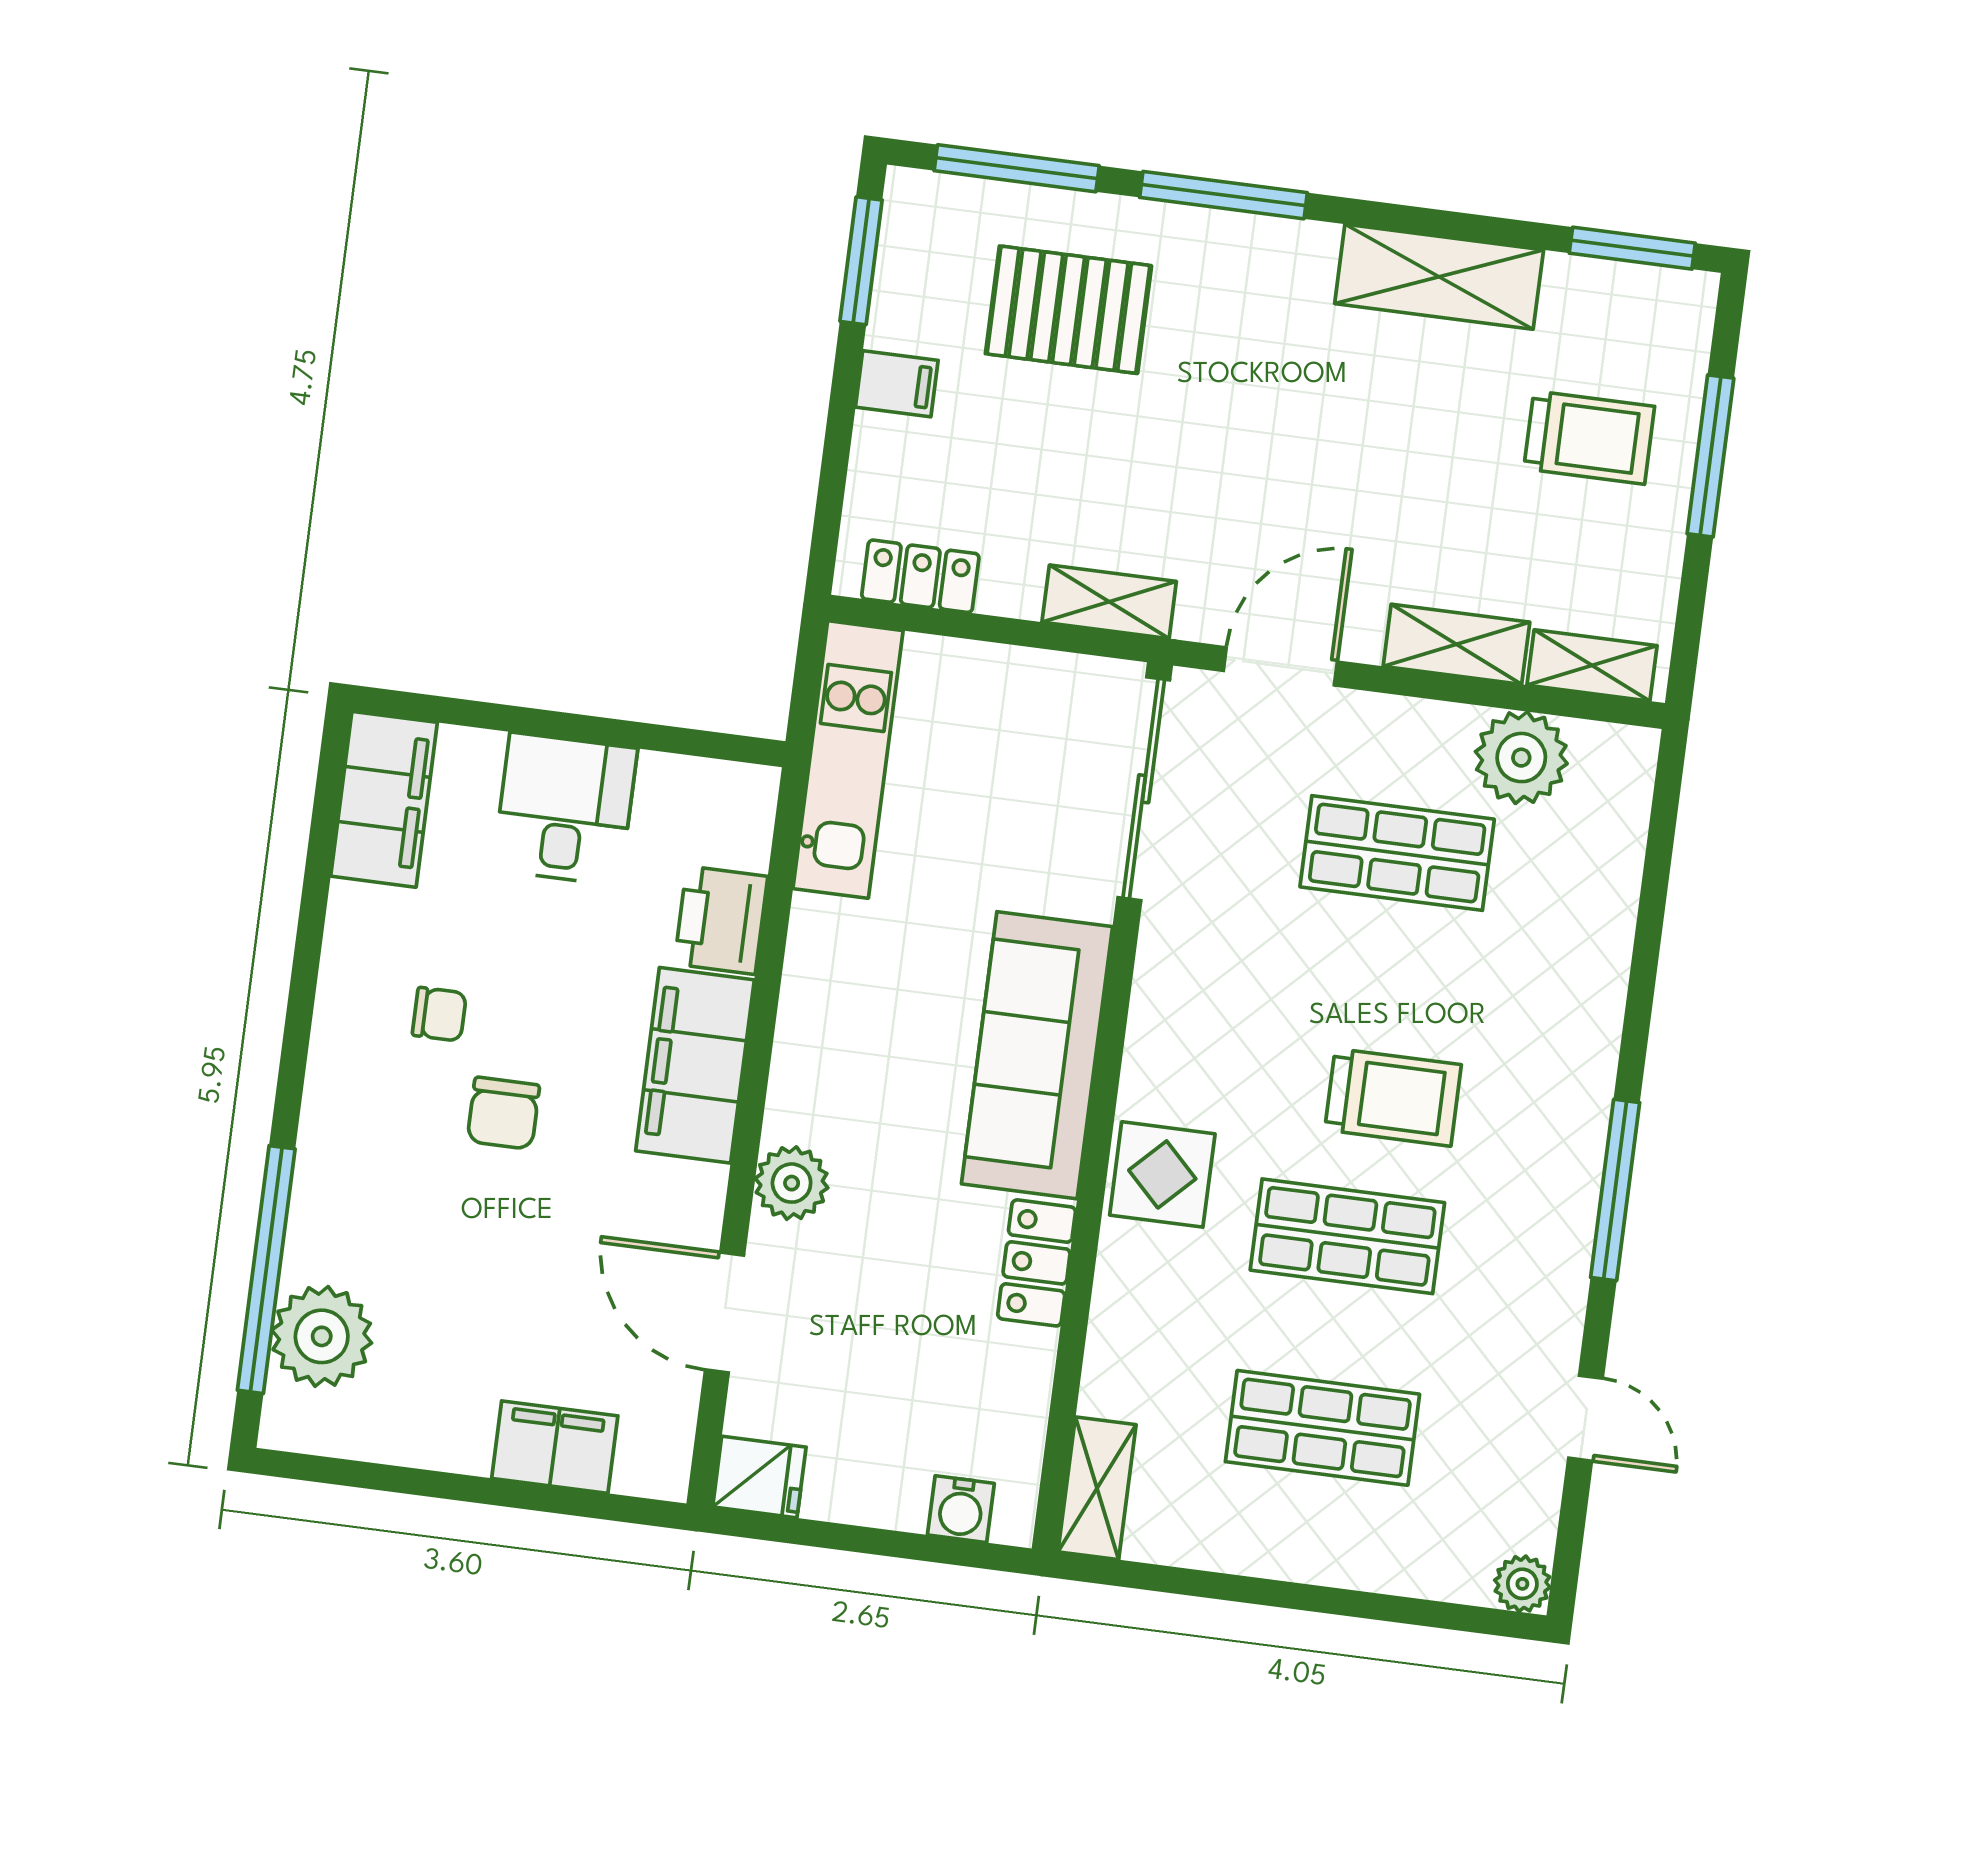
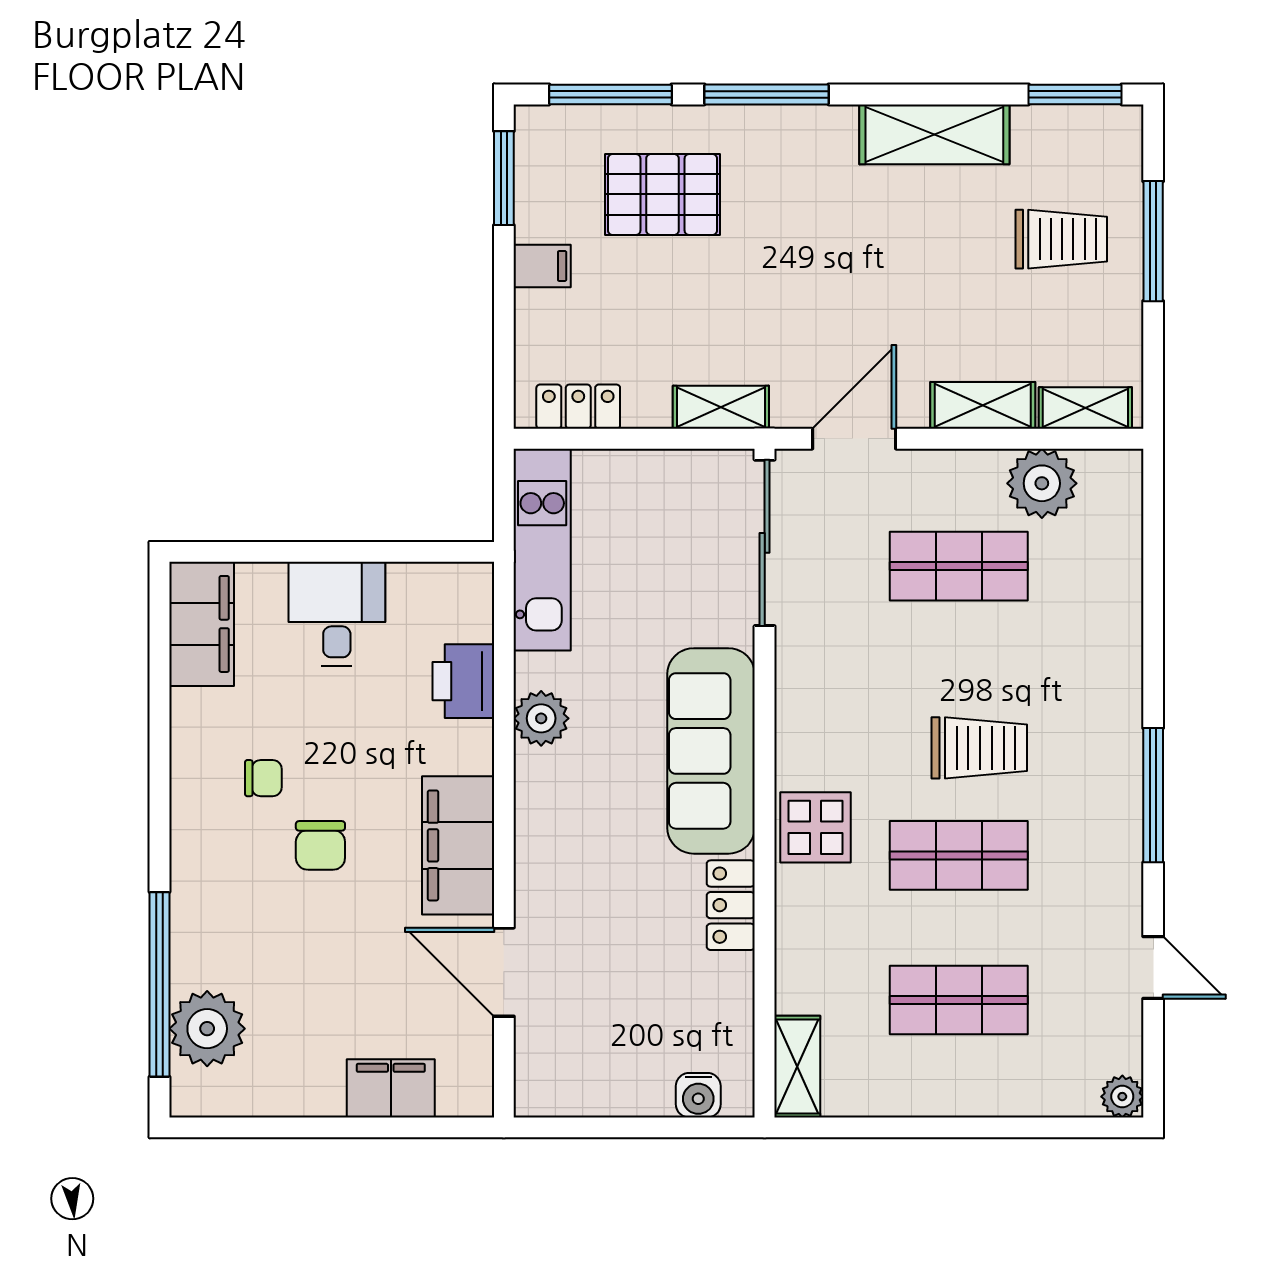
filing cabinet: (695, 1065) -> (458, 845), moved
plant: (792, 1183) -> (541, 718), moved
fridge: (759, 1477) -> (546, 1091), removed

